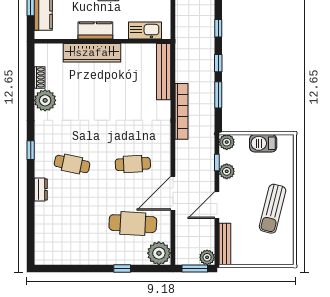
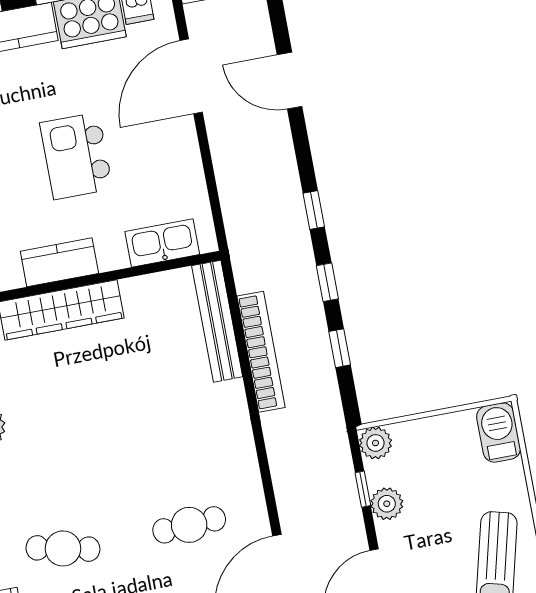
window: (218, 95) -> (340, 348), width x0.67
bookcase: (181, 111) -> (261, 352), moved
barbecue: (263, 143) -> (499, 433), moved, turned 90

